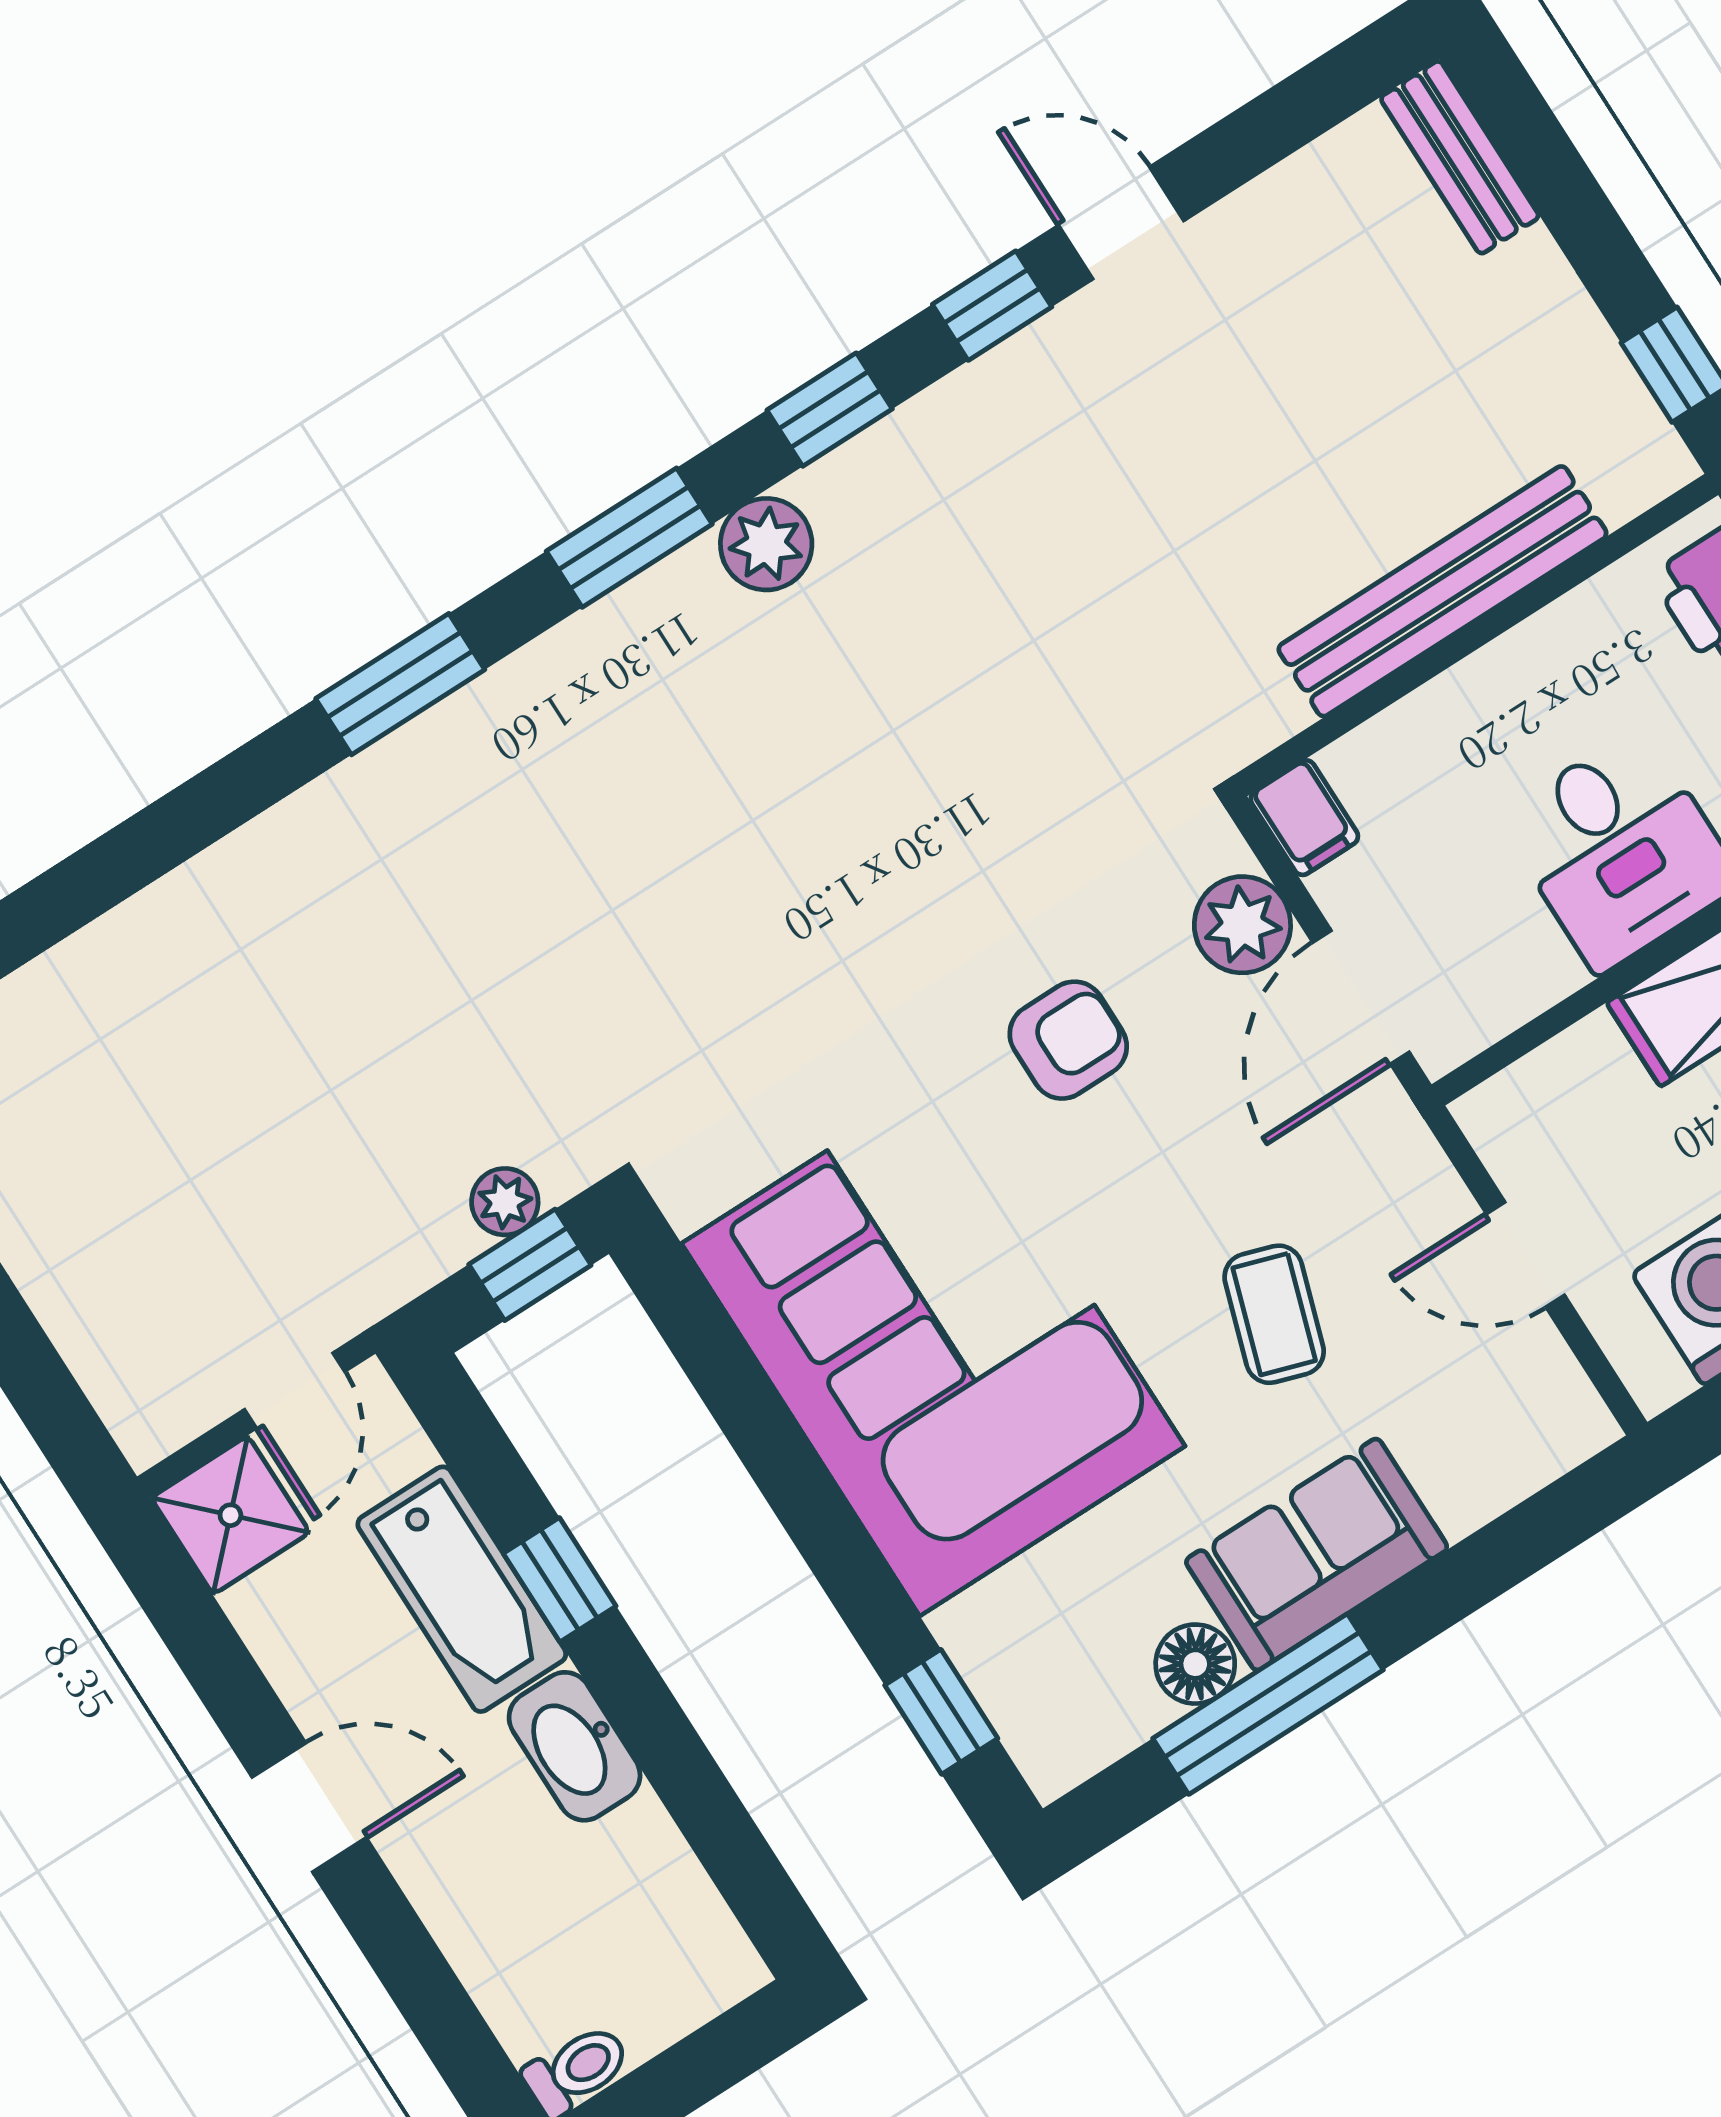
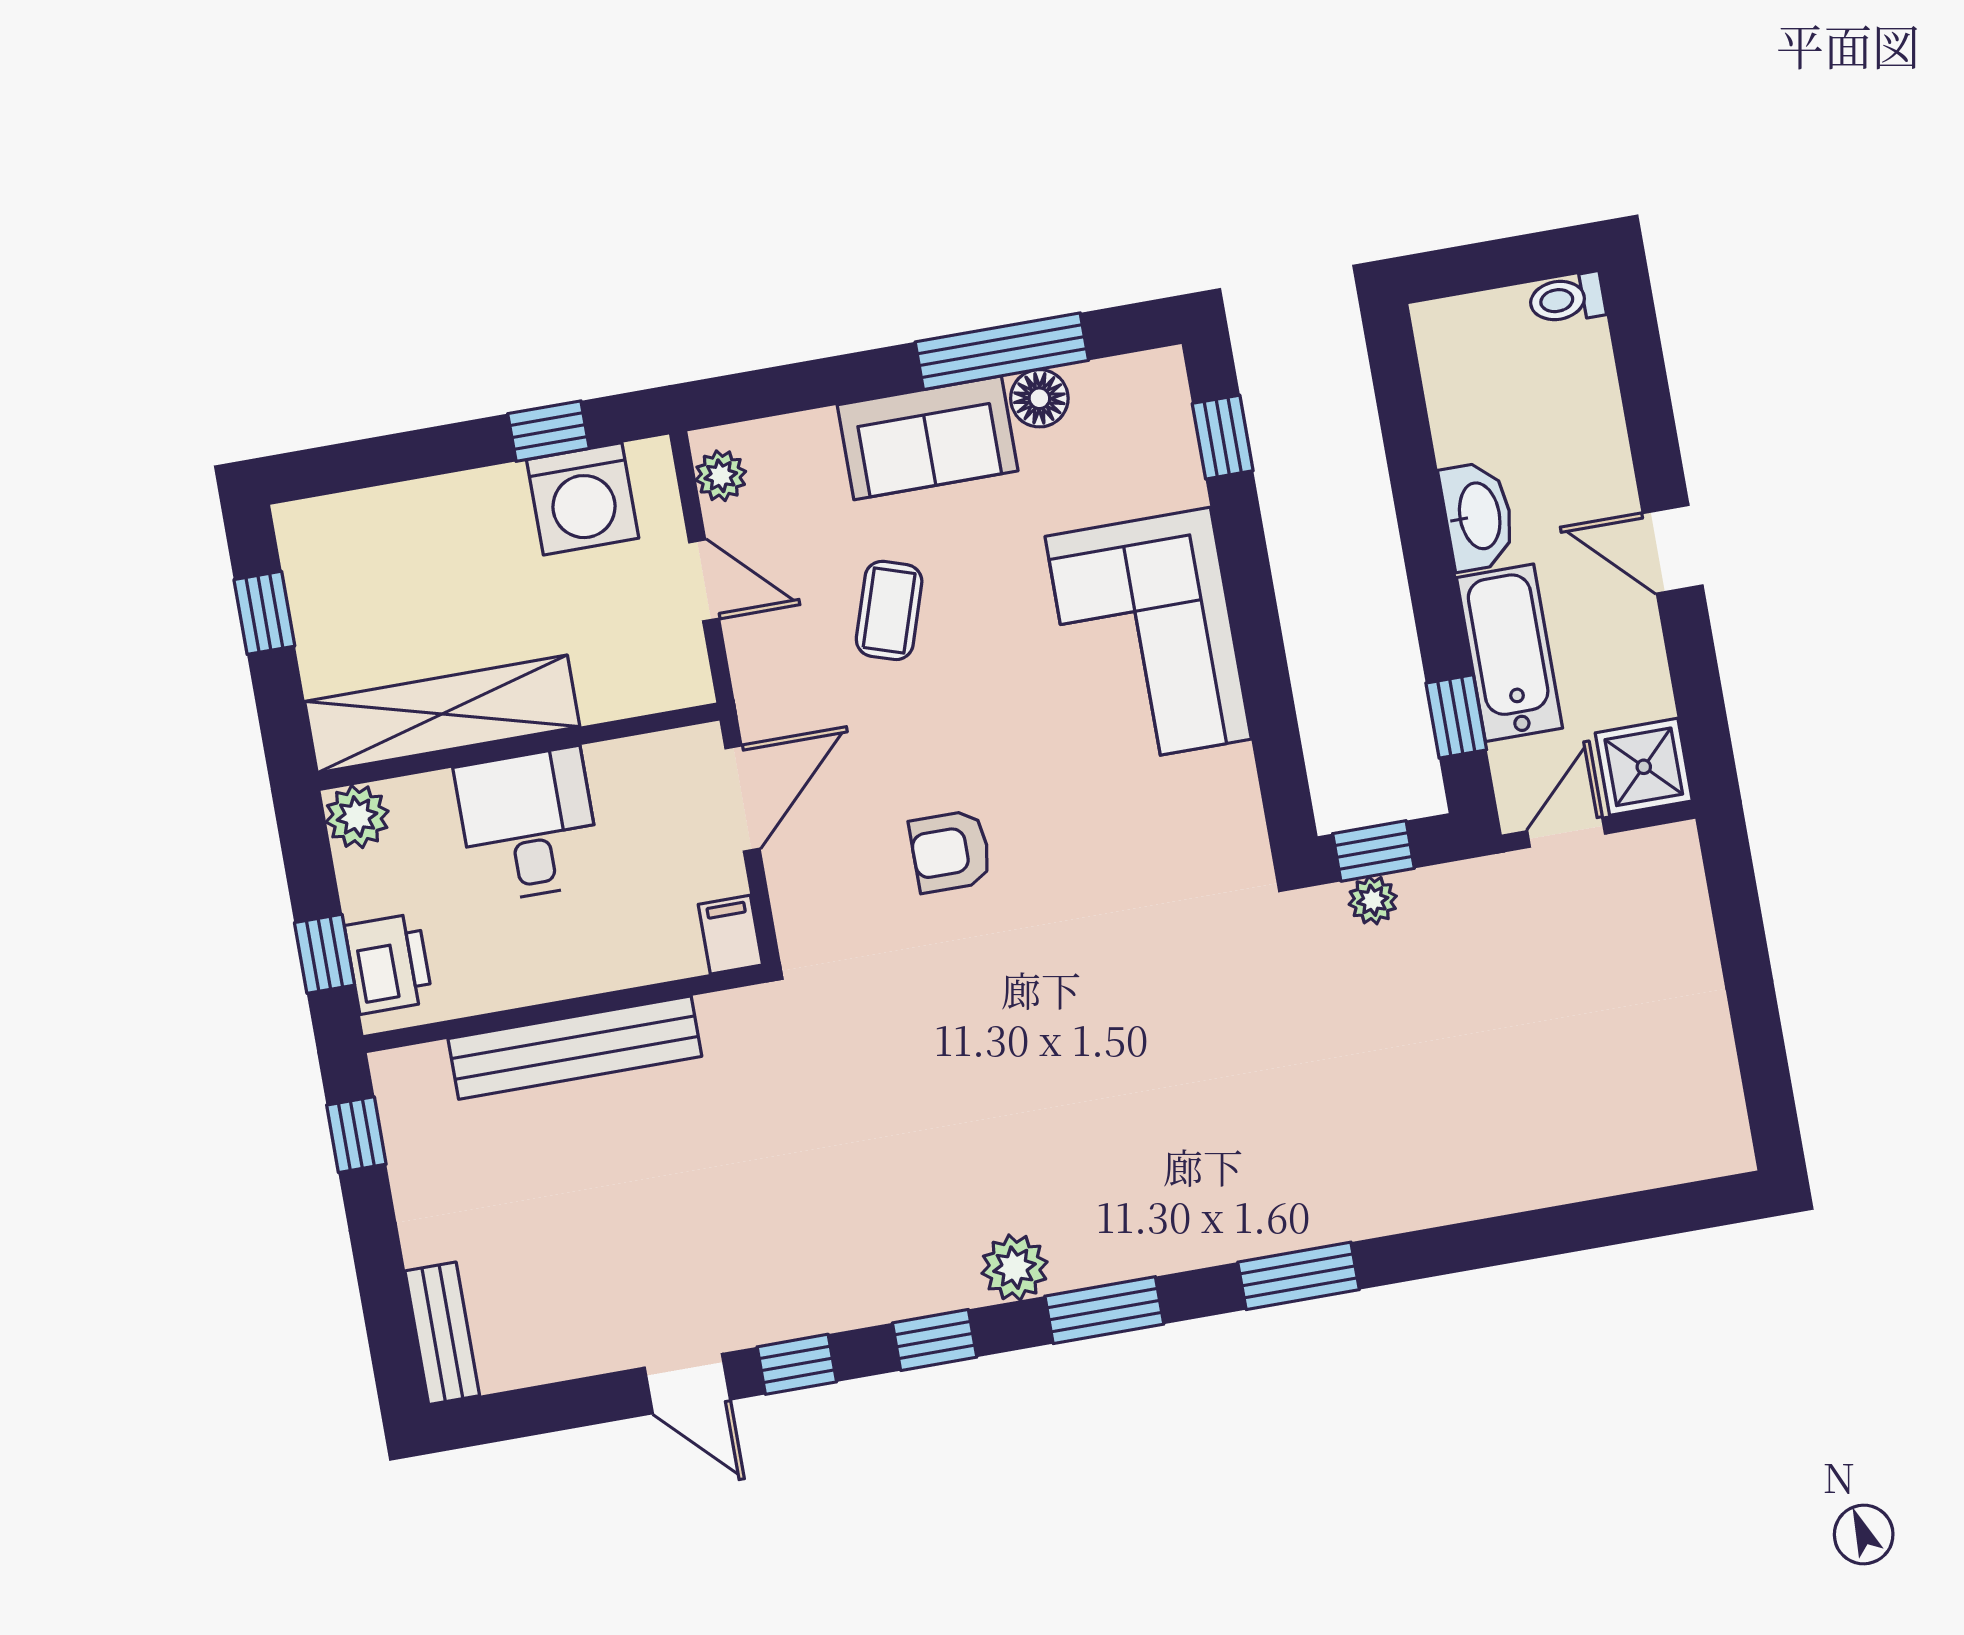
plant: (1242, 925) -> (721, 476), moved, width x0.73, depth x0.73
corner sofa: (933, 1345) -> (1148, 638), width x0.73, depth x0.74
window: (560, 1580) -> (1456, 716), moved

